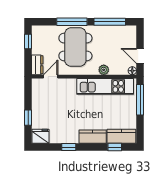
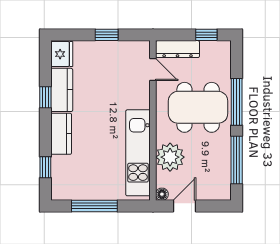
dresser: (37, 65) -> (178, 49), width x1.44
plant: (104, 70) -> (170, 157), width x1.87, depth x1.87
window: (140, 100) -> (94, 206), moved
window: (28, 118) -> (107, 35), moved
kitchen counter: (121, 136) -> (62, 90), moved

